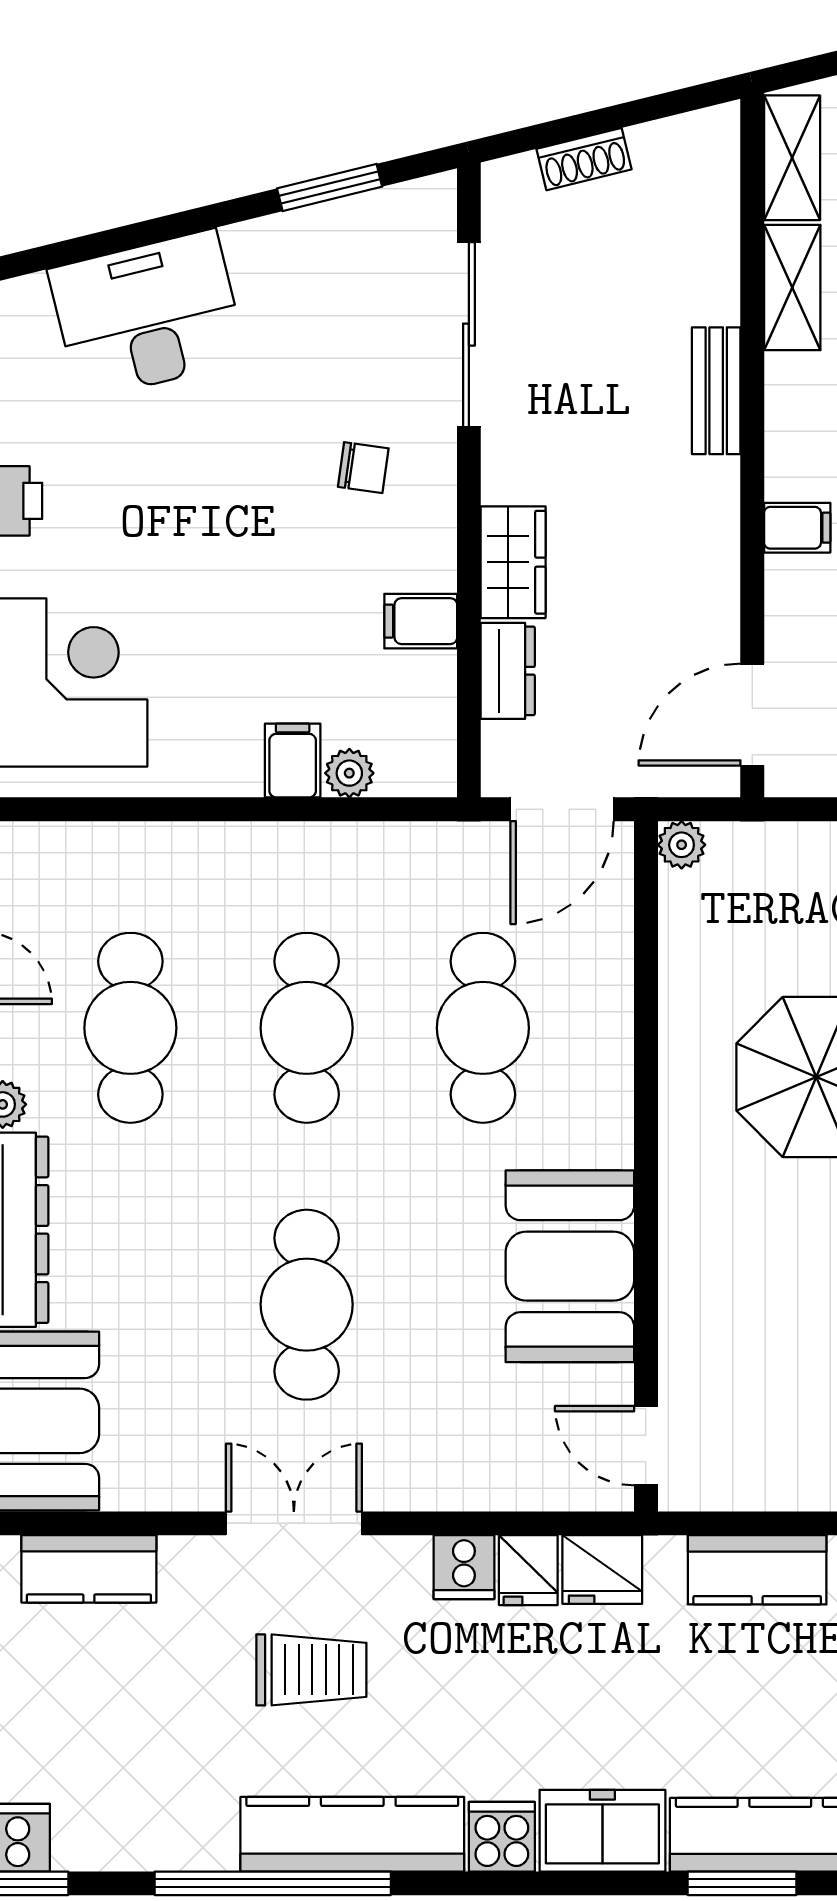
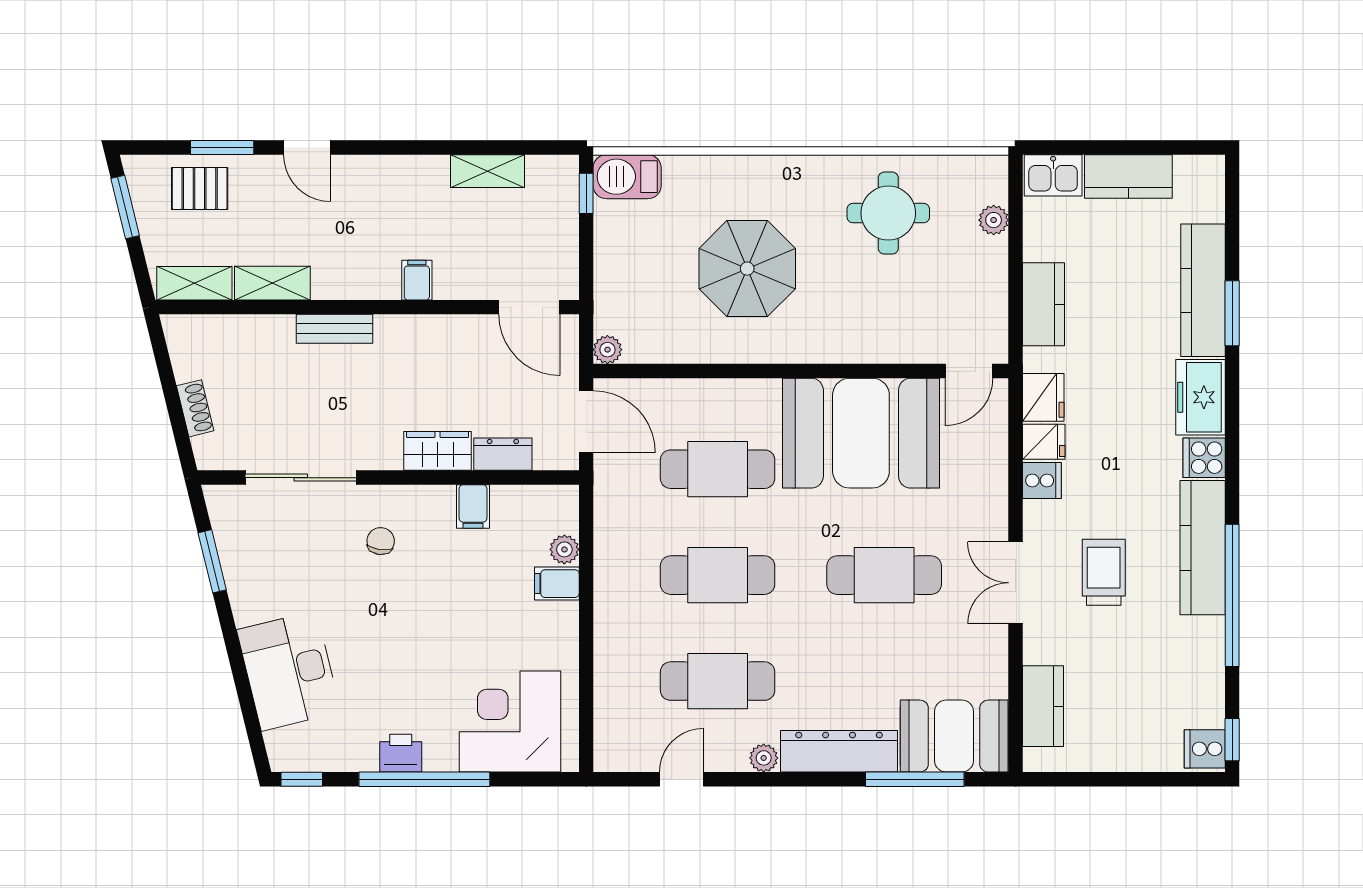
booth: (570, 1266) -> (861, 433), width x1.36, depth x1.42

